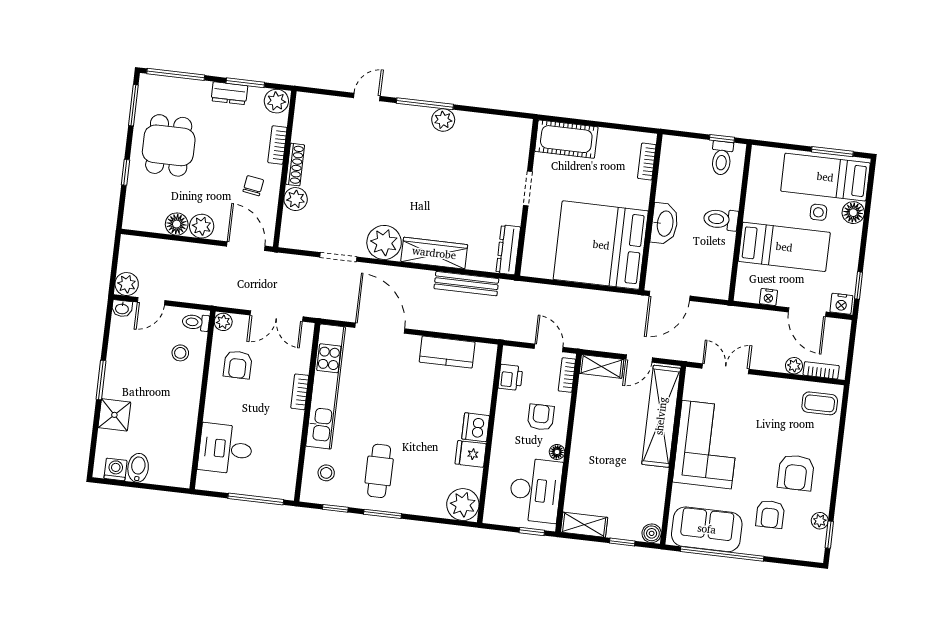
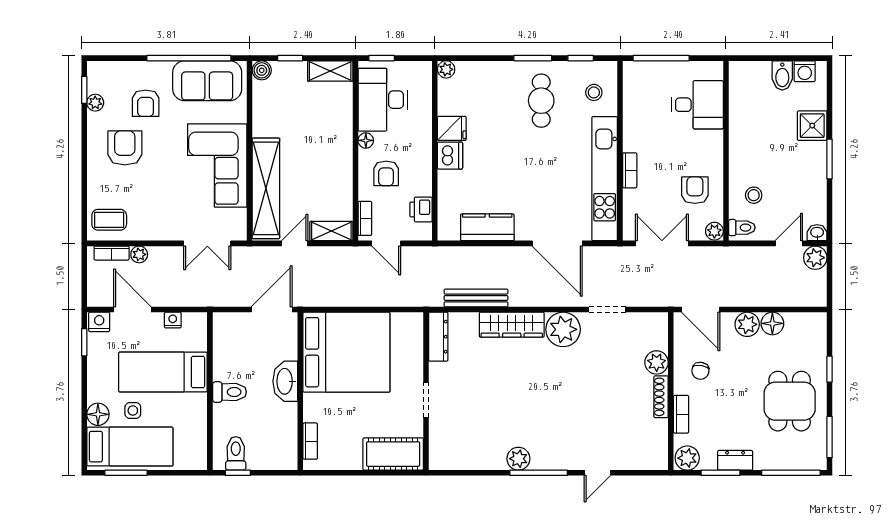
plant: (463, 505) -> (446, 69), width x0.53, depth x0.53
armchair: (770, 514) -> (146, 103), turned 180

